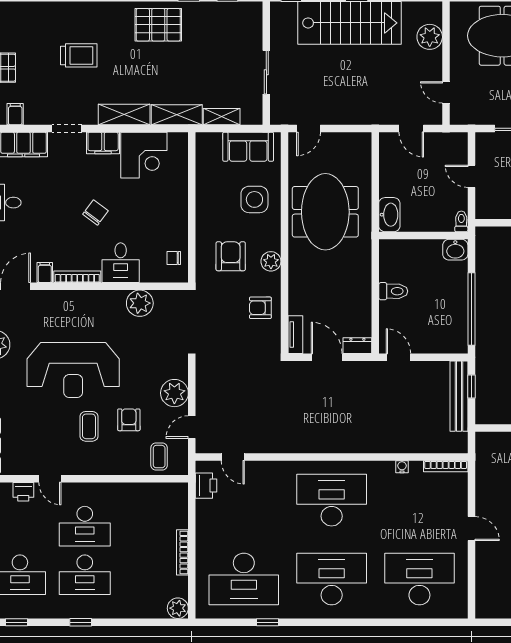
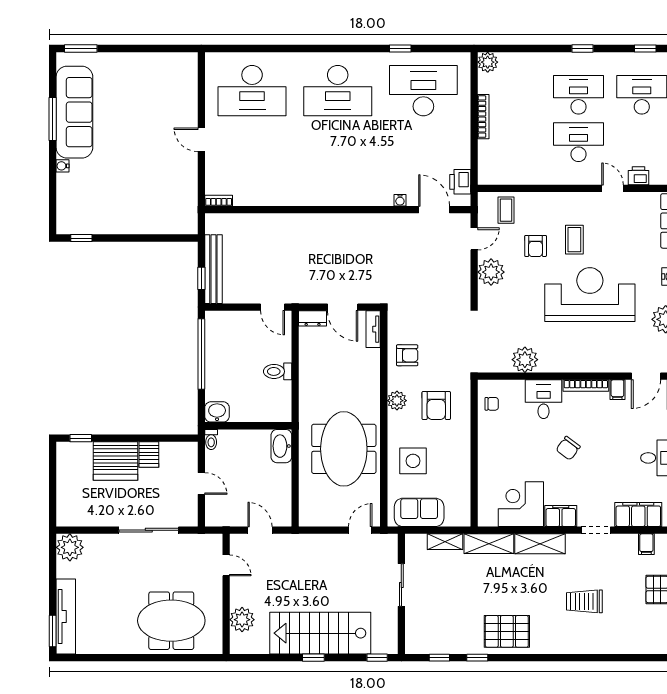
door: (233, 457) -> (434, 210), width x1.38
bookcase: (446, 466) -> (219, 201), width x0.64
water cooler: (402, 467) -> (400, 200), moved
desk: (332, 500) -> (338, 168), removed

